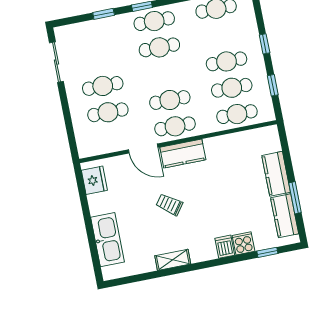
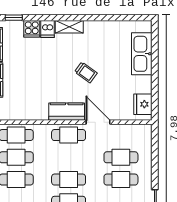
cafe table: (170, 100) -> (69, 180), moved
shelving: (173, 260) -> (69, 27), moved

